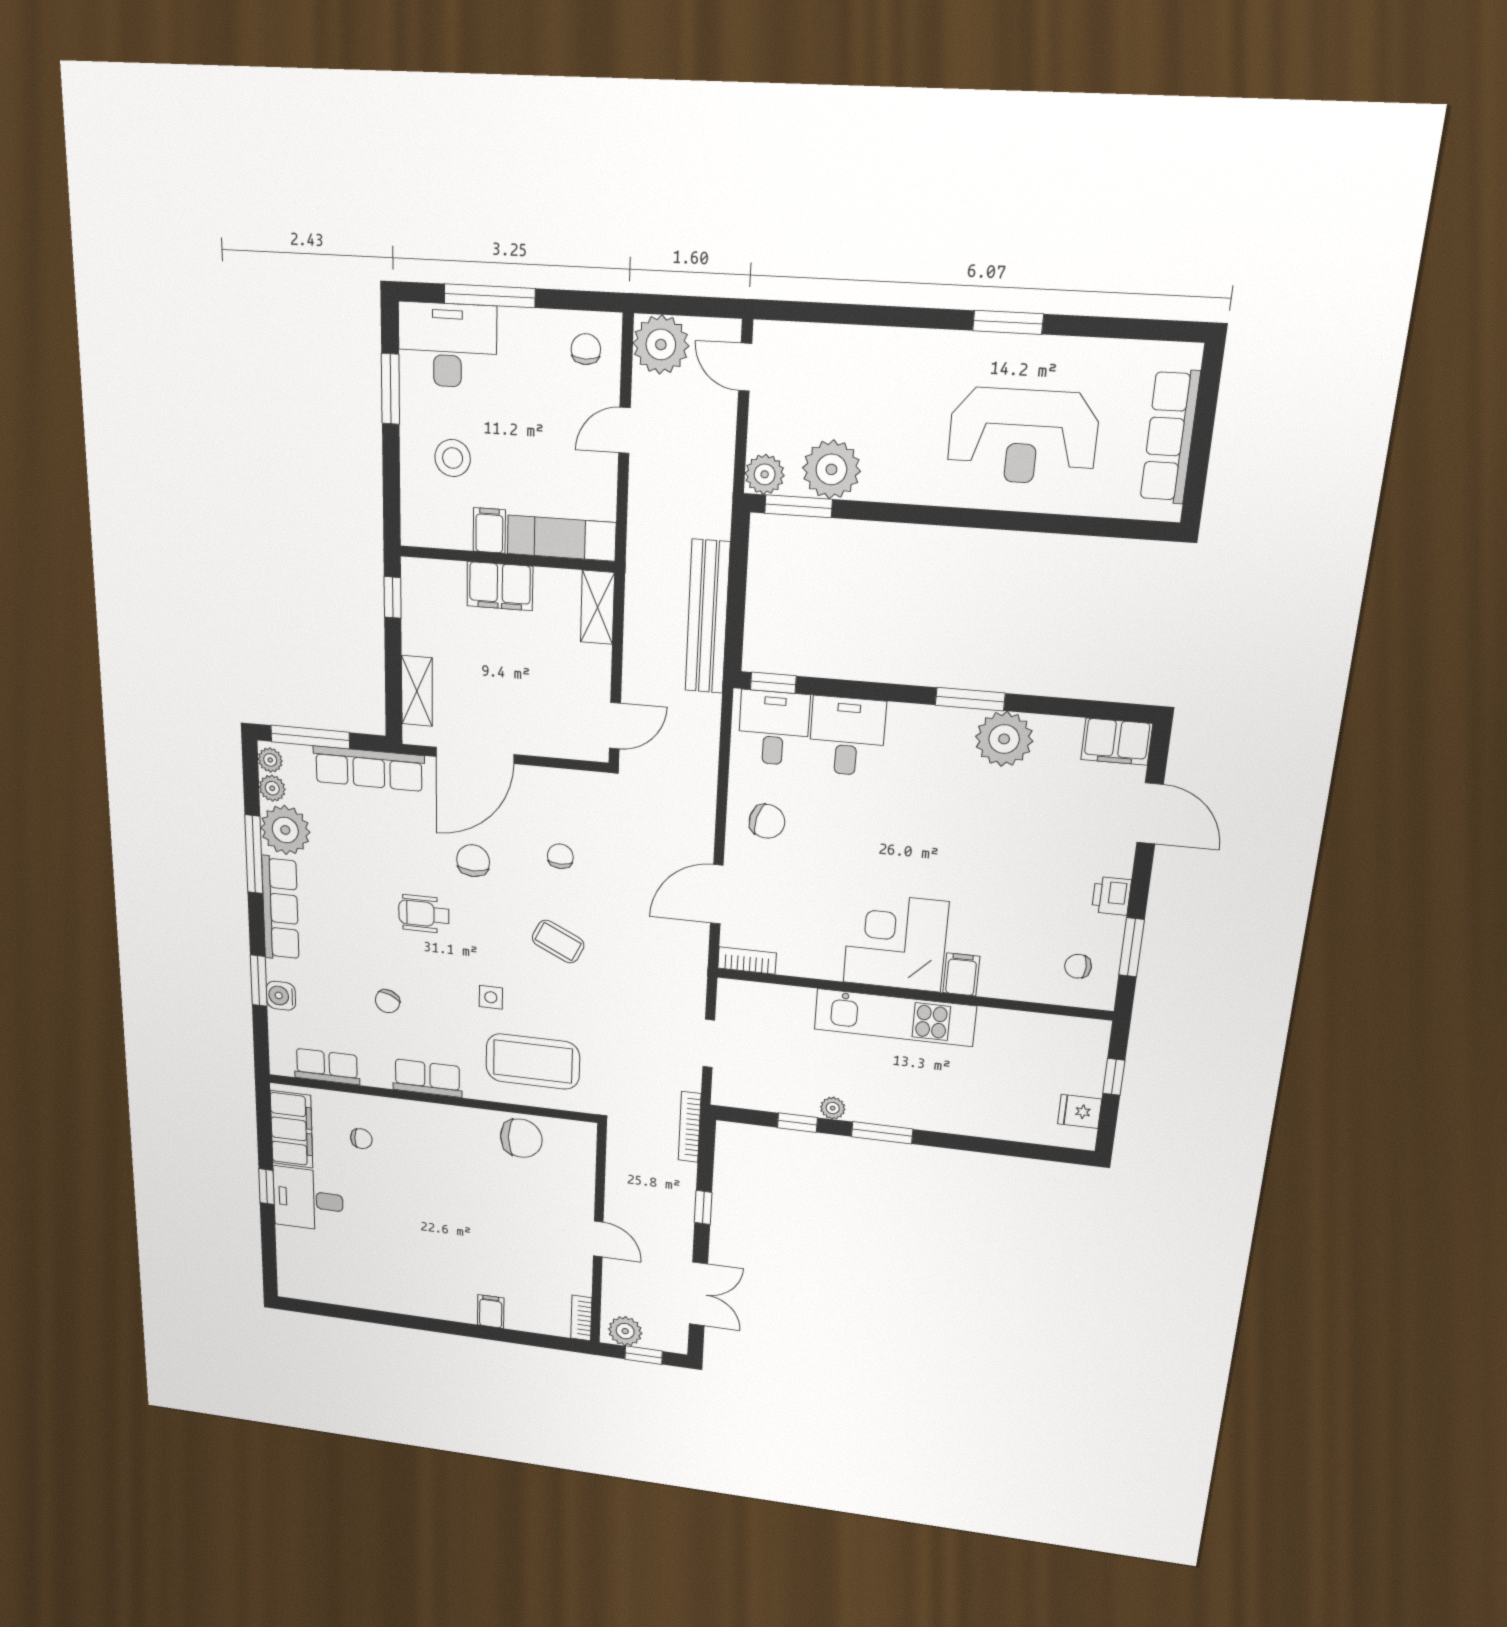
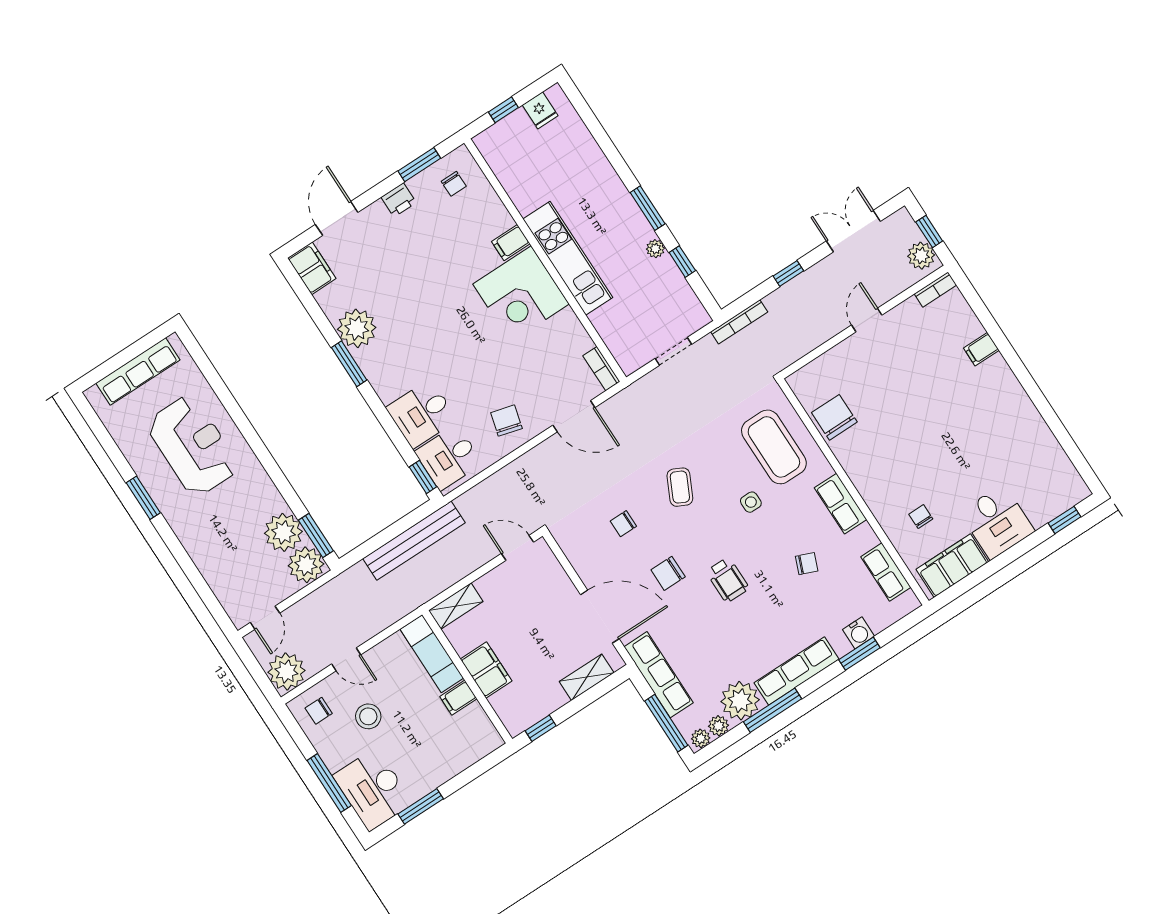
stool: (453, 458) -> (368, 716), moved
plant: (765, 474) -> (306, 565), width x1.36, depth x1.36
window: (266, 1187) -> (1065, 520), moved

